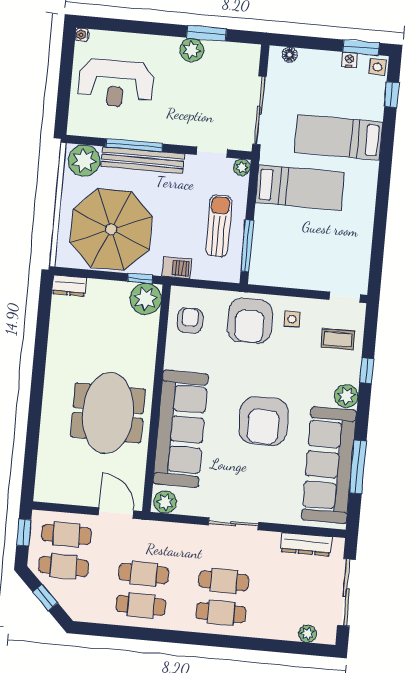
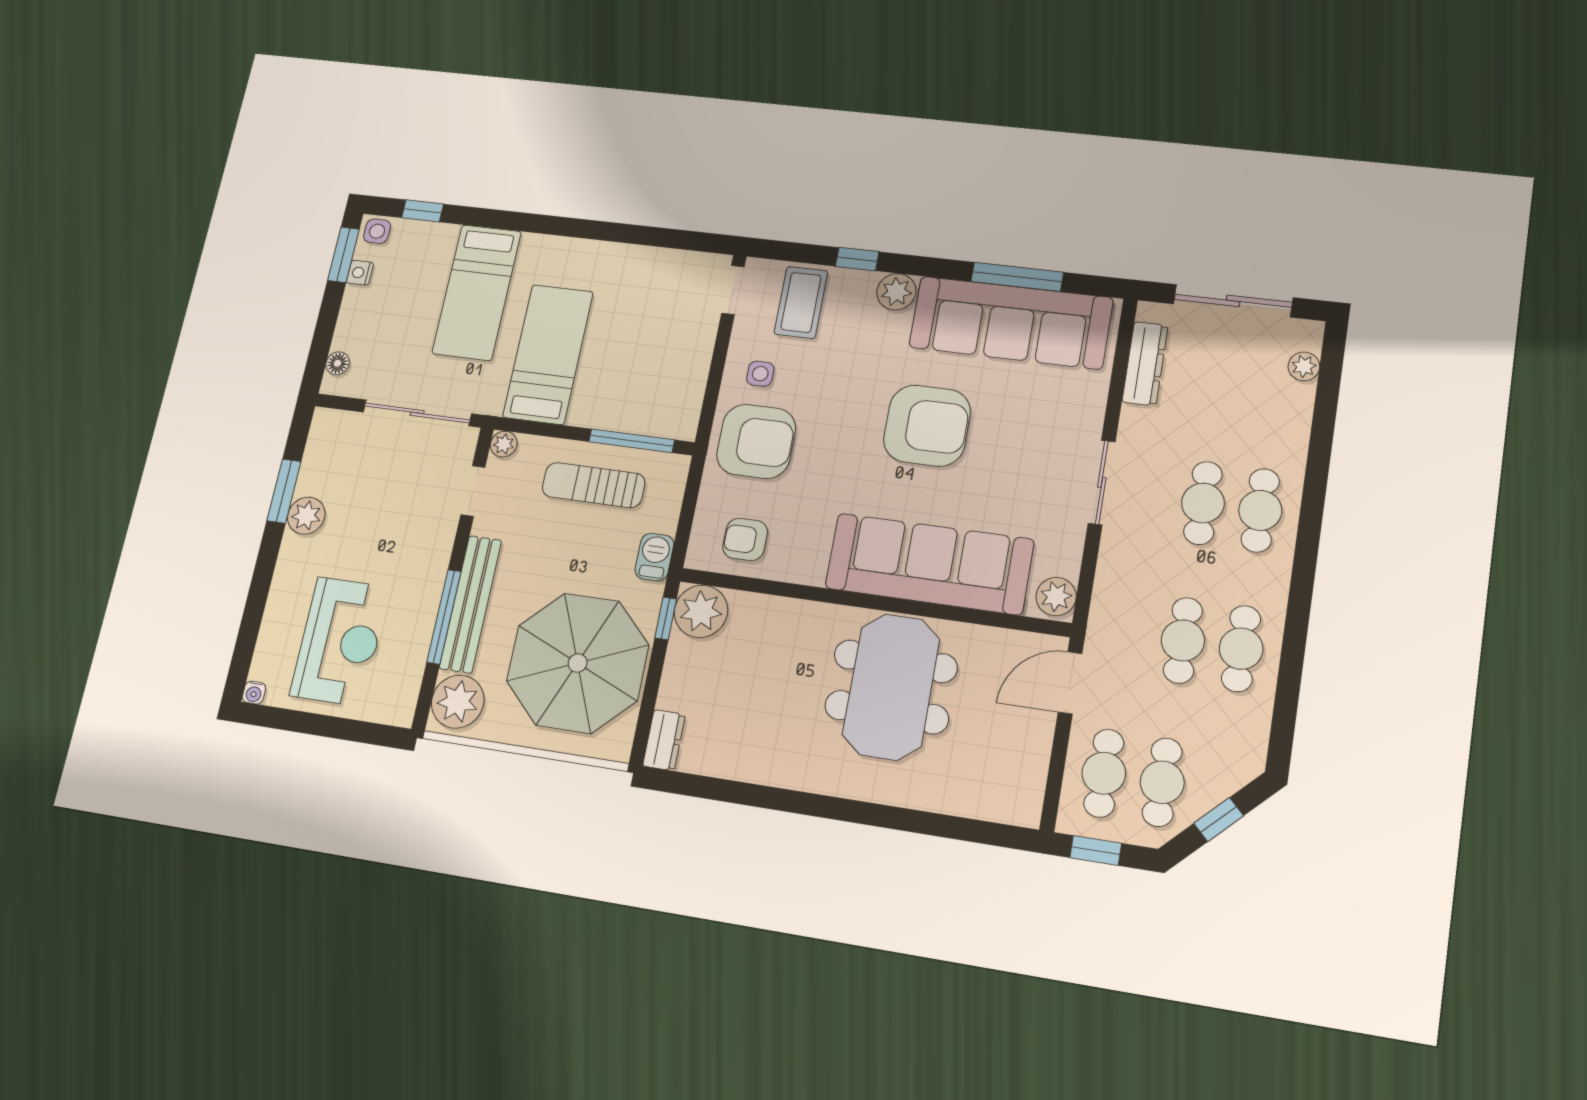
coffee table: (338, 339) -> (801, 302), width x1.36, depth x1.30
meeting table: (108, 413) -> (891, 687), turned 90

